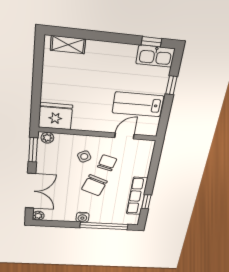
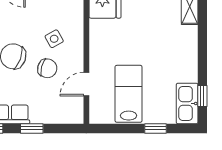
door: (124, 136) -> (86, 84), swing flipped
window: (152, 176) -> (32, 128), added

